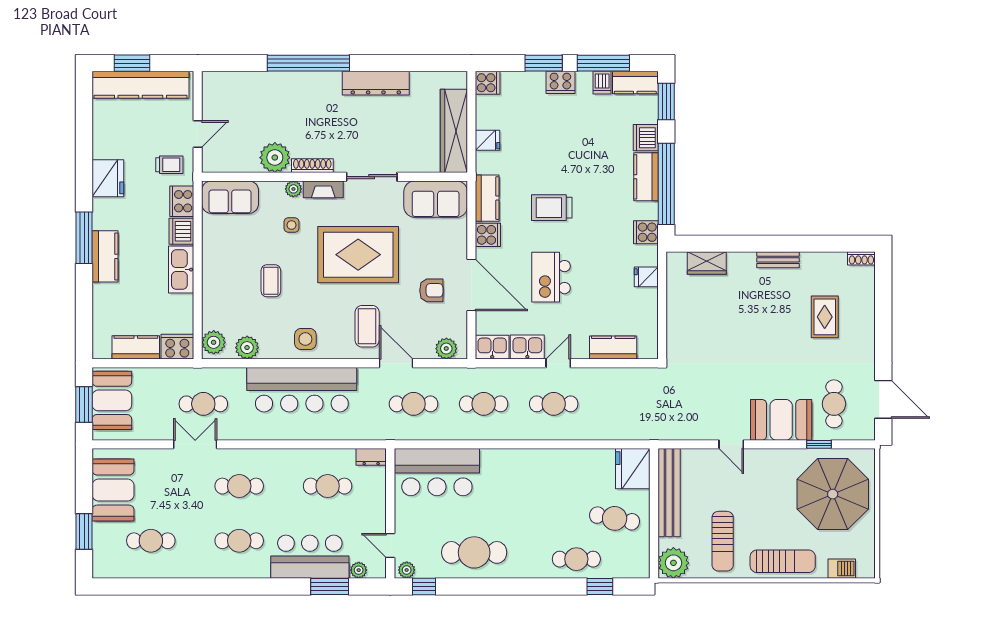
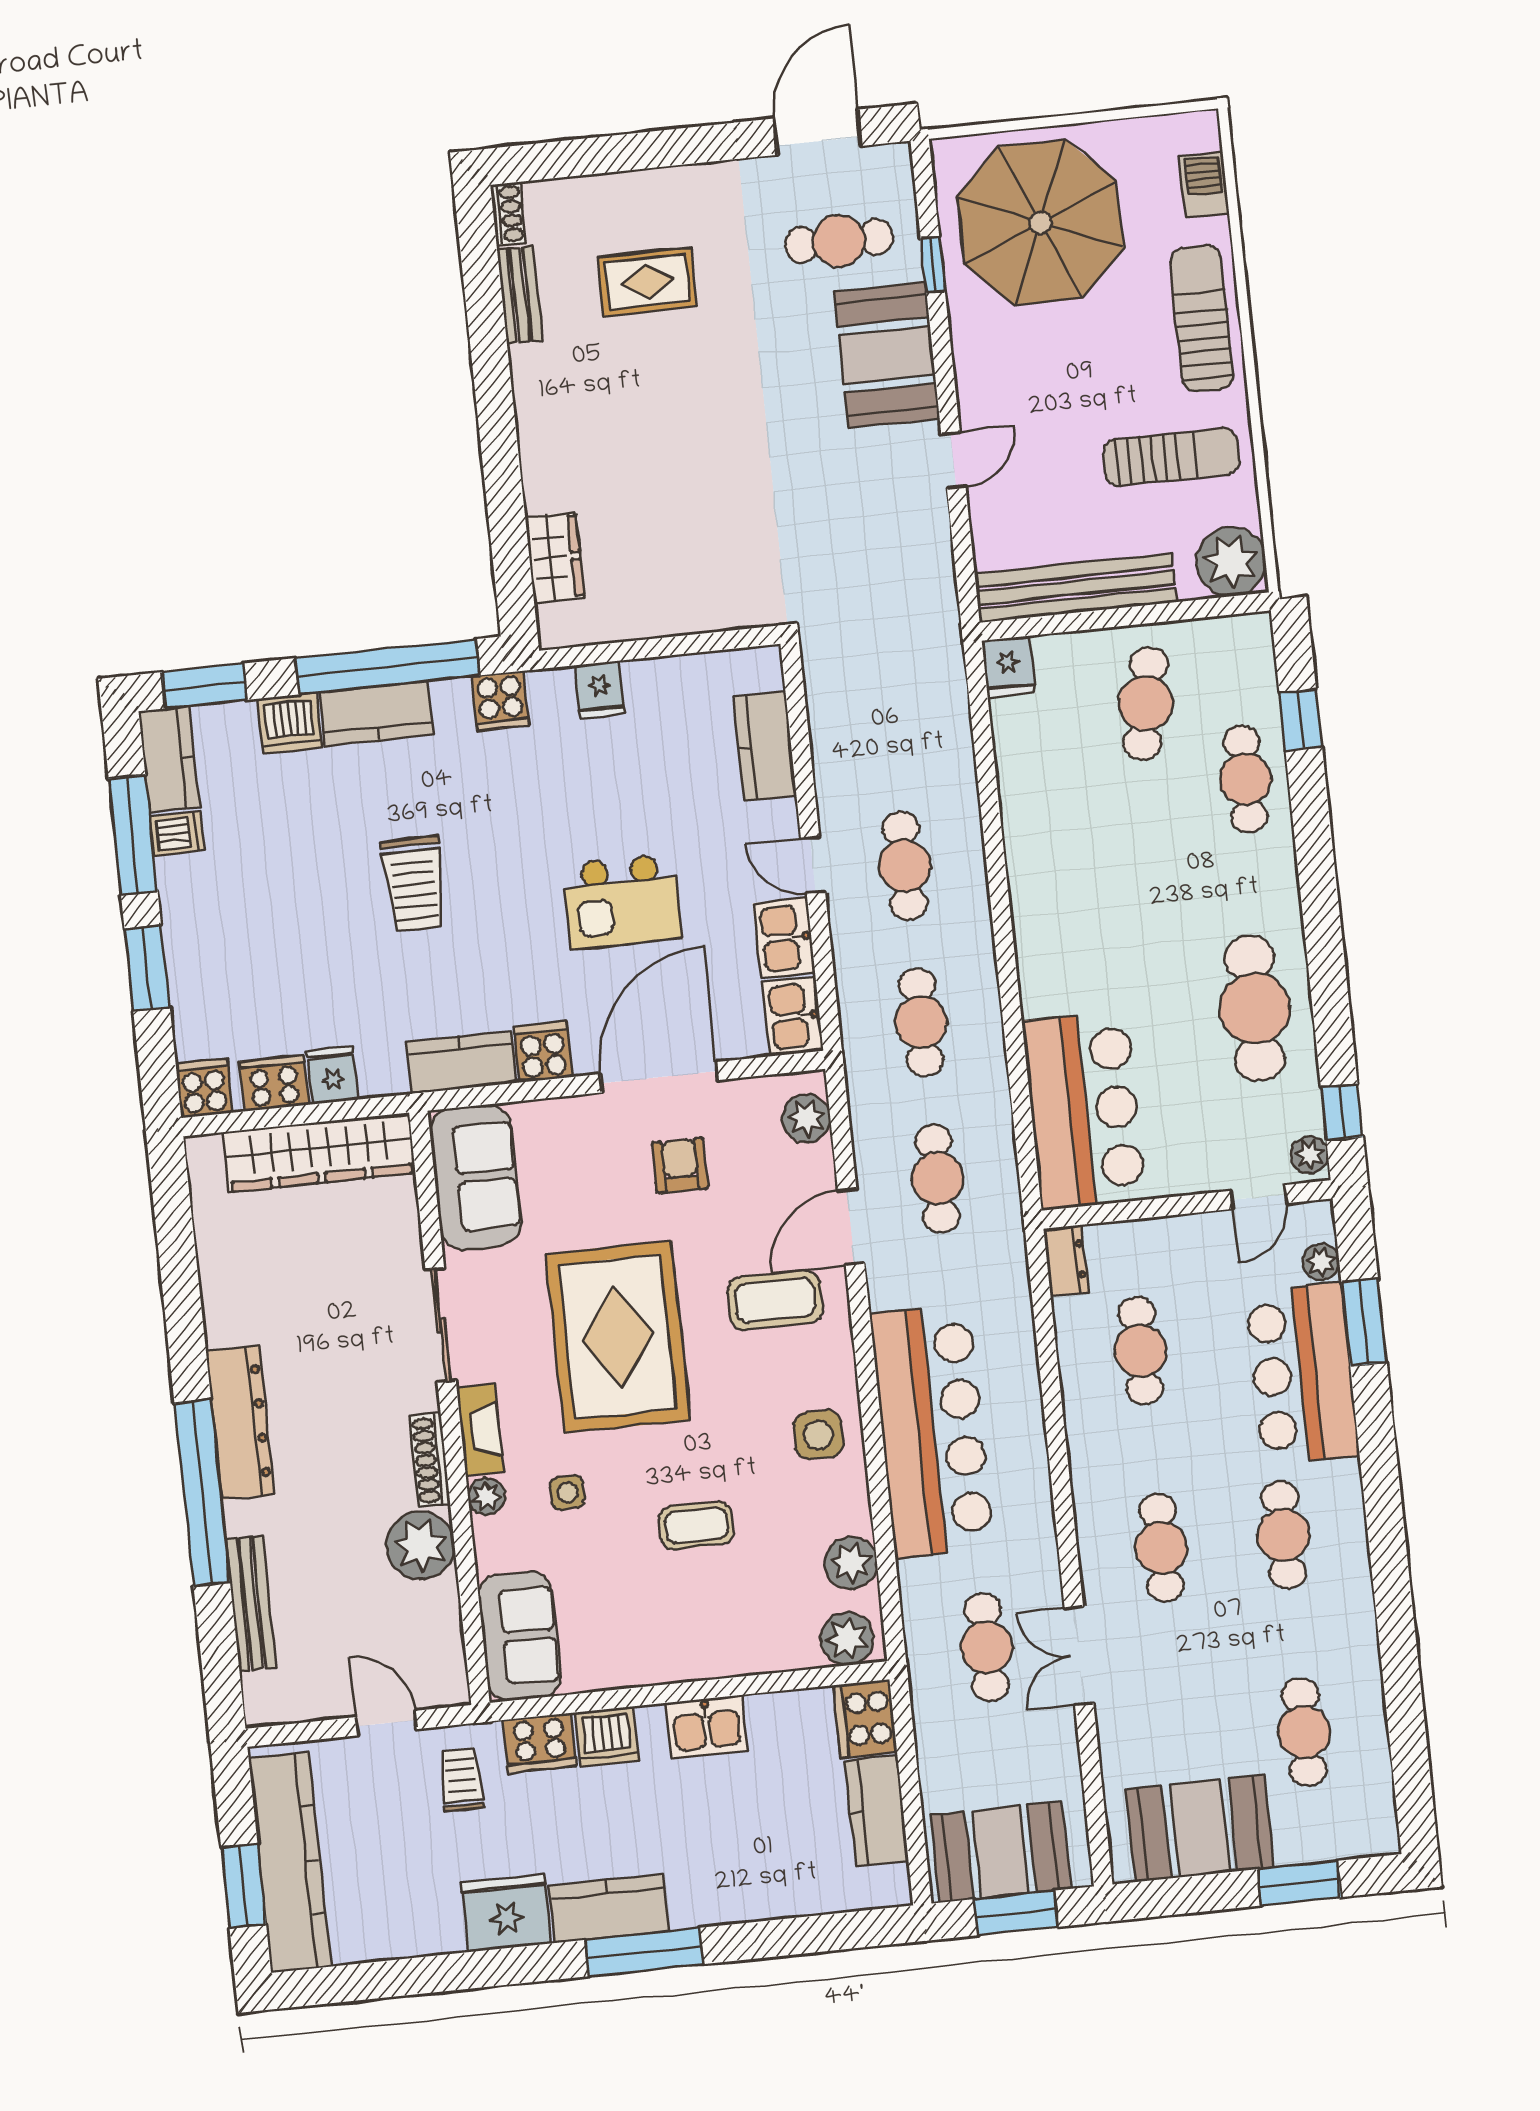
bench: (257, 80) -> (251, 1603), added
cooker: (560, 82) -> (274, 1083), moved, turned -90
dresser: (376, 83) -> (240, 1423), moved
trolley: (552, 208) -> (414, 883), moved
kitchen counter: (105, 256) -> (609, 1908), moved
bench: (778, 260) -> (520, 295), moved
kitchen sink: (181, 270) -> (707, 1727), width x0.73
fridge: (633, 469) -> (1008, 667), width x0.53, depth x0.75

